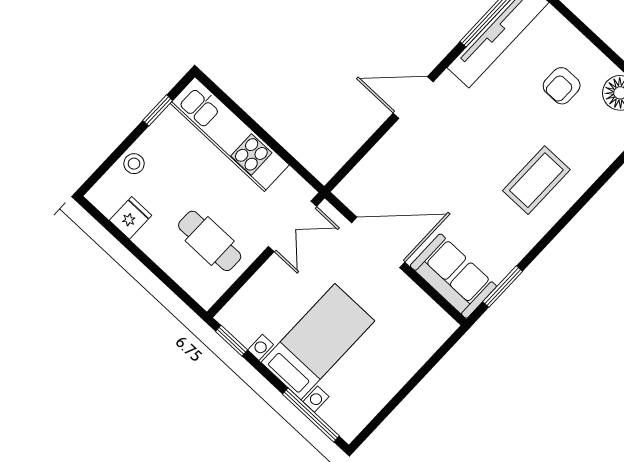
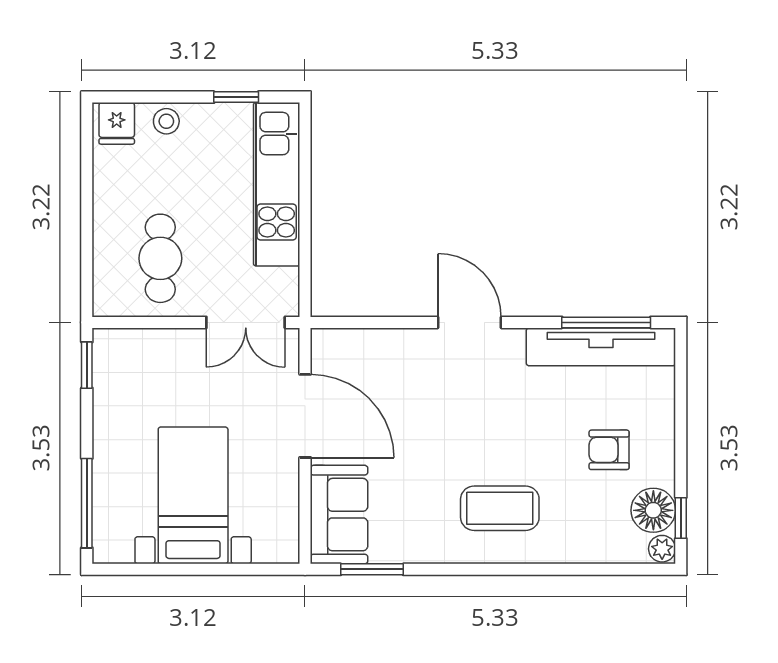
fridge: (131, 218) -> (117, 123), moved, turned 90
bed with nightstands: (318, 342) -> (193, 495), moved, turned -90

